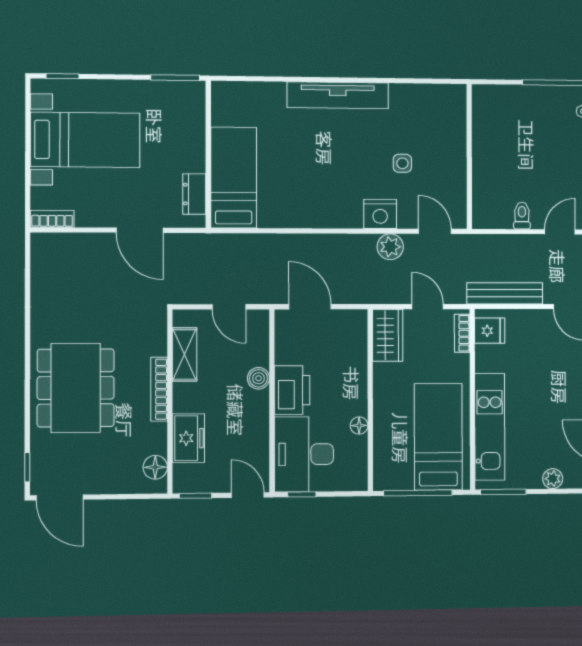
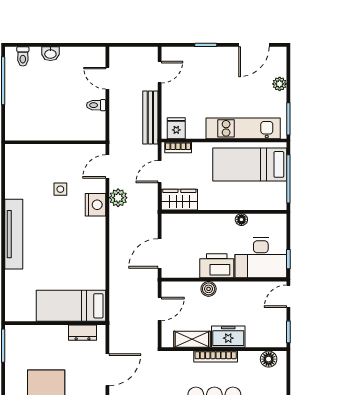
freezer: (188, 438) -> (228, 337), moved

